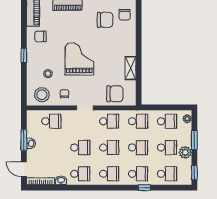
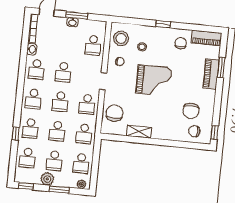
chair: (115, 94) -> (114, 113), turned 180

